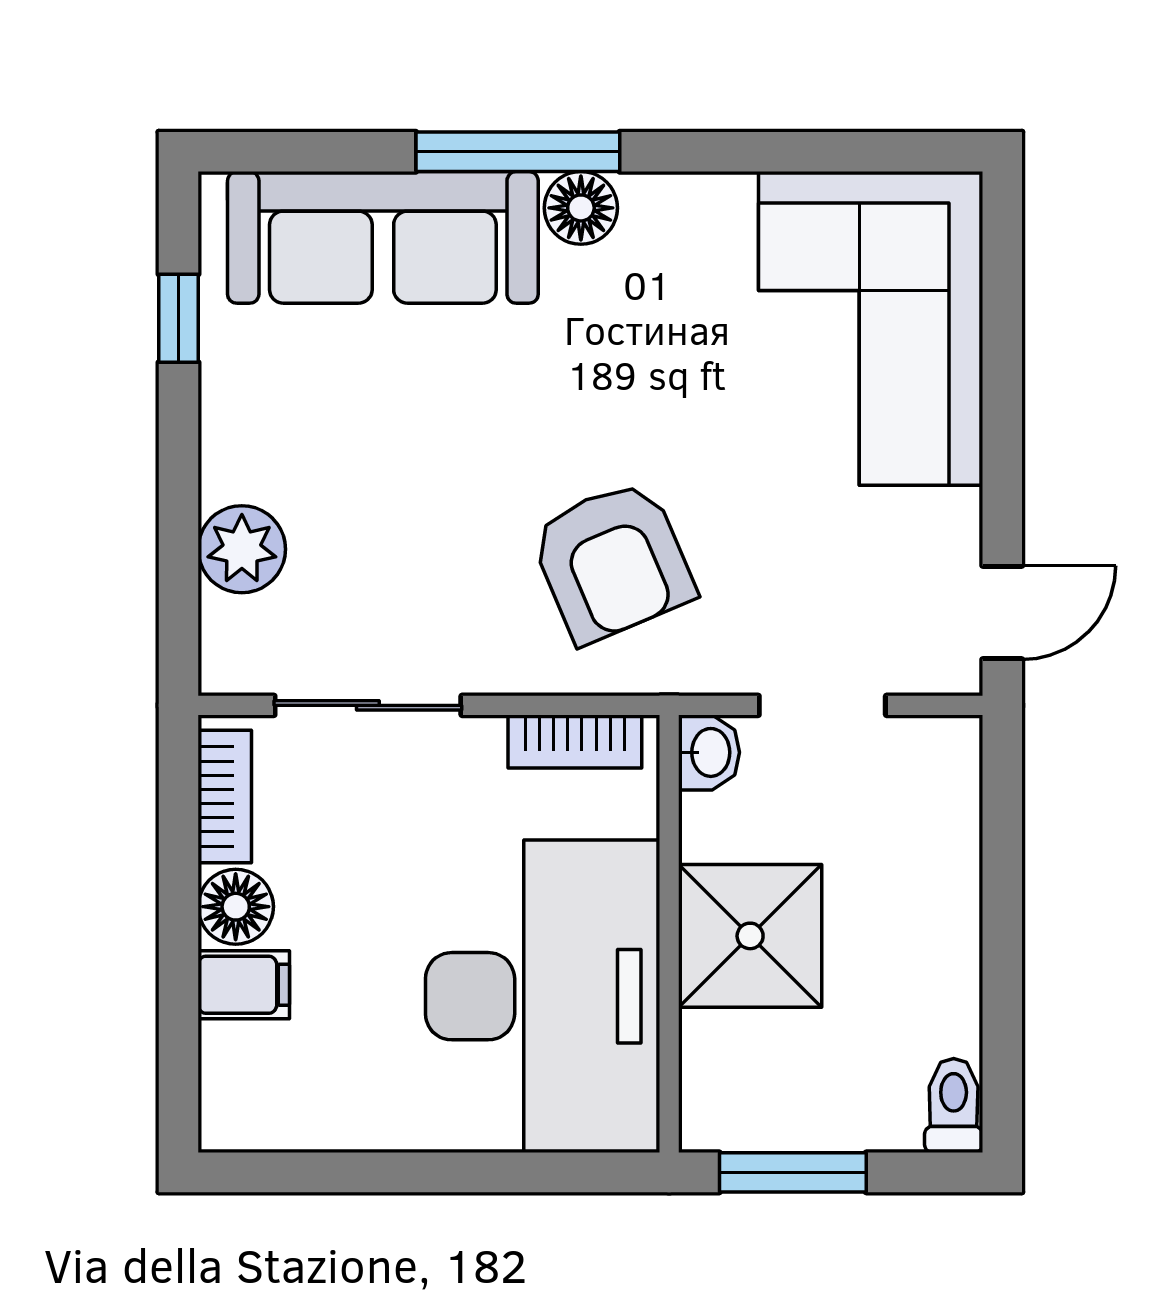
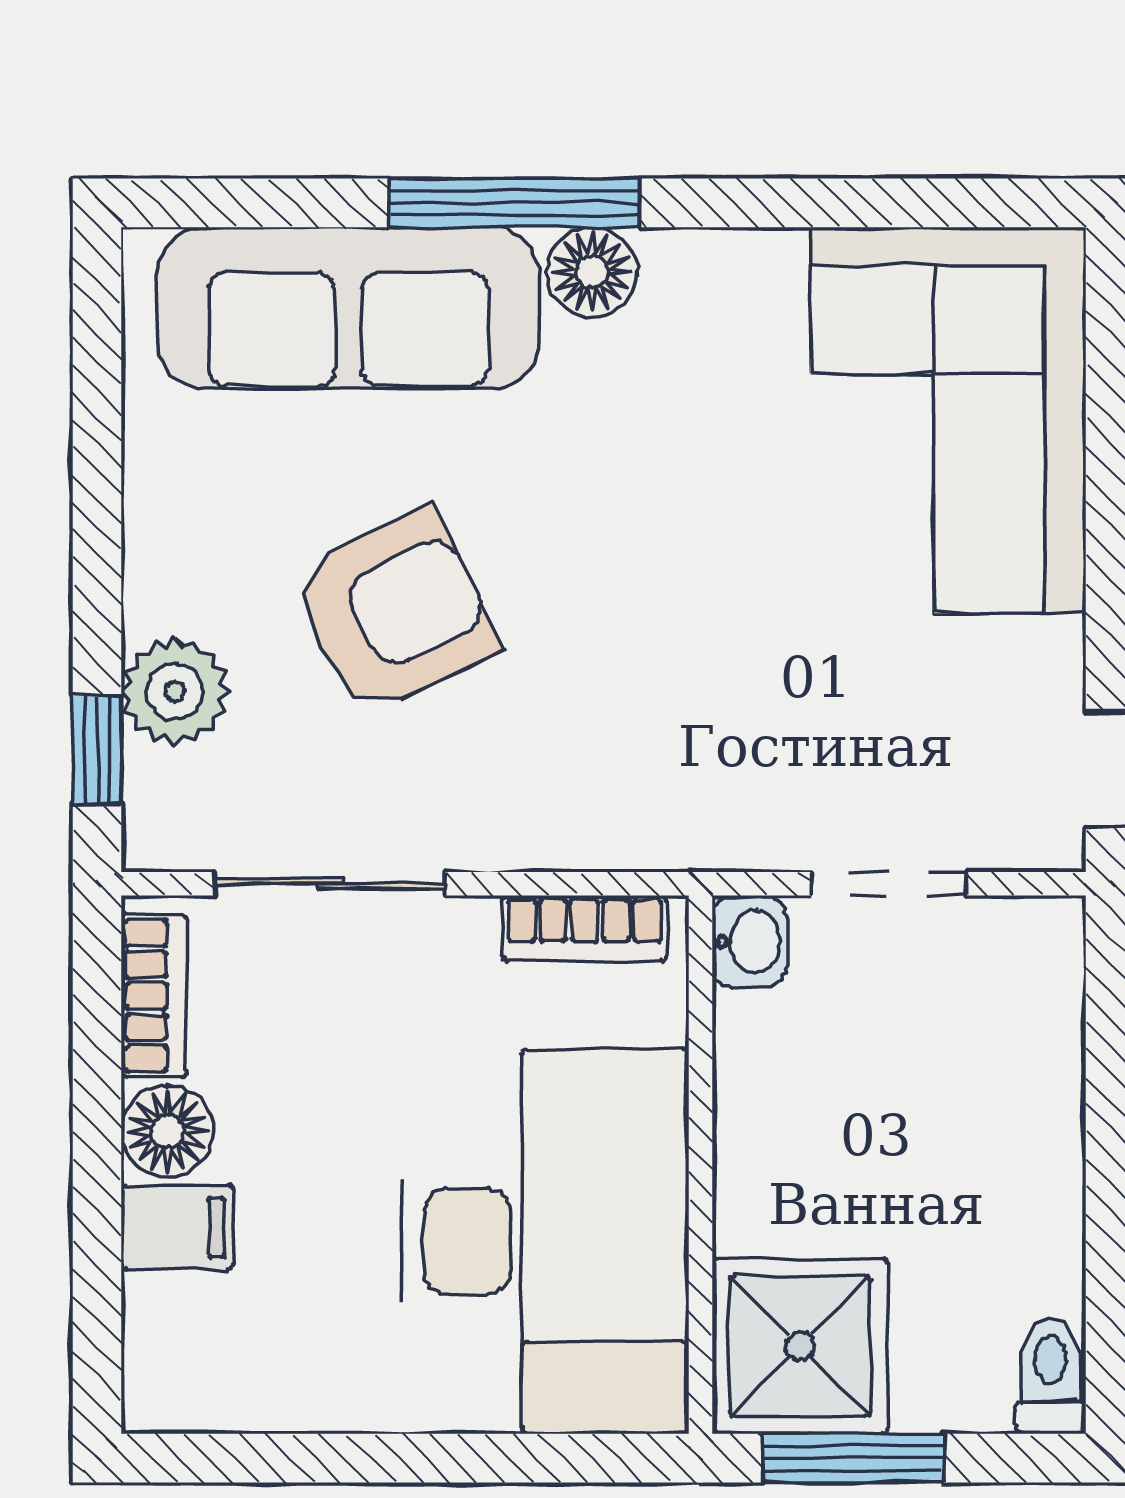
window: (178, 318) -> (97, 750), moved
armchair: (612, 561) -> (395, 612), moved, turned -93
shower: (750, 936) -> (800, 1346), moved

